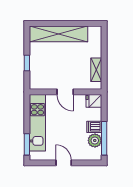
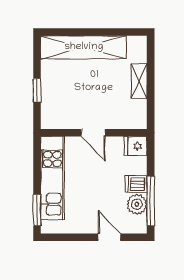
shelving: (96, 70) -> (139, 81), moved
door: (64, 163) -> (109, 237), moved

